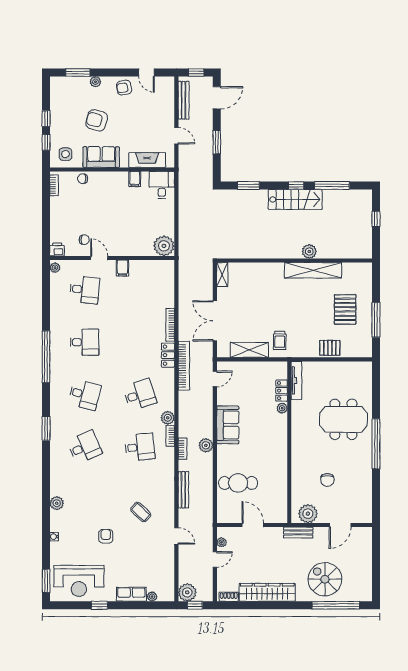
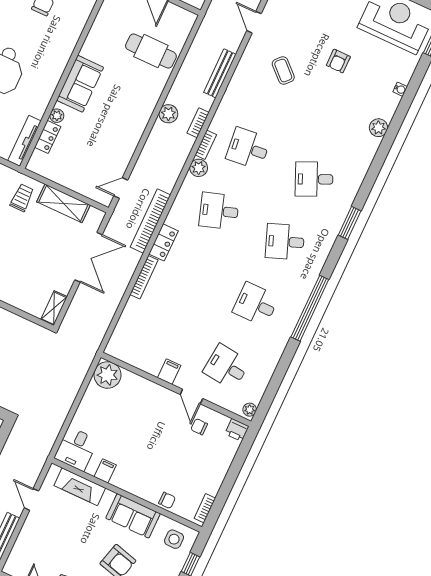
desk: (85, 395) -> (285, 242), turned -36
sofa: (228, 425) -> (80, 84), moved, turned 180

